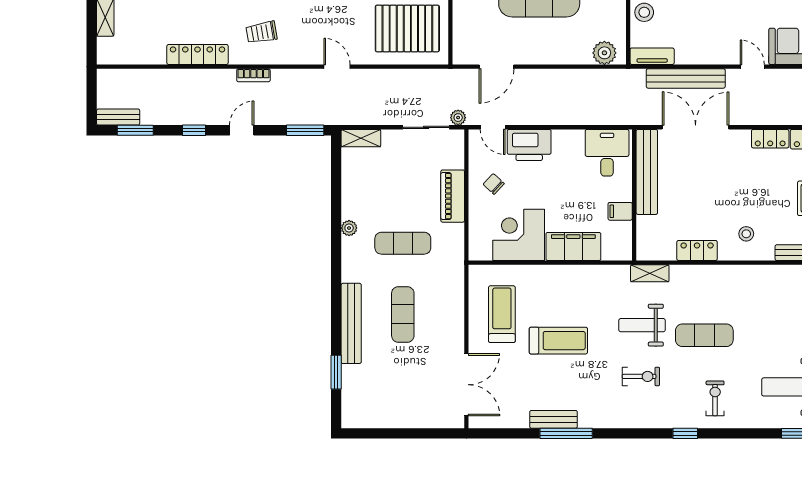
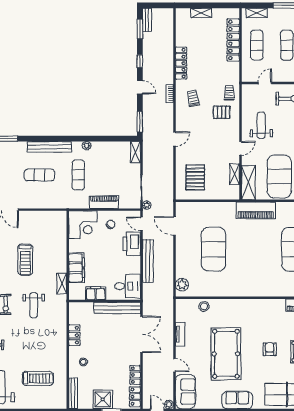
pallet: (407, 28) -> (195, 177), width x0.73, depth x0.71
tv unit: (652, 56) -> (180, 334), moved
door: (752, 67) -> (174, 365), hinge flipped
bench: (686, 78) -> (148, 261), moved
door: (493, 127) -> (141, 224), hinge flipped
filing cabinet: (620, 211) -> (96, 293), width x2.00
corner desk: (519, 235) -> (83, 225), moved, turned 90
shelving: (650, 273) -> (62, 283), moved
treadmill: (502, 314) -> (38, 378), moved
bench: (351, 323) -> (49, 147), moved
weight bench: (642, 325) -> (34, 305), turned 180
exercise mat: (704, 335) -> (28, 339), removed

